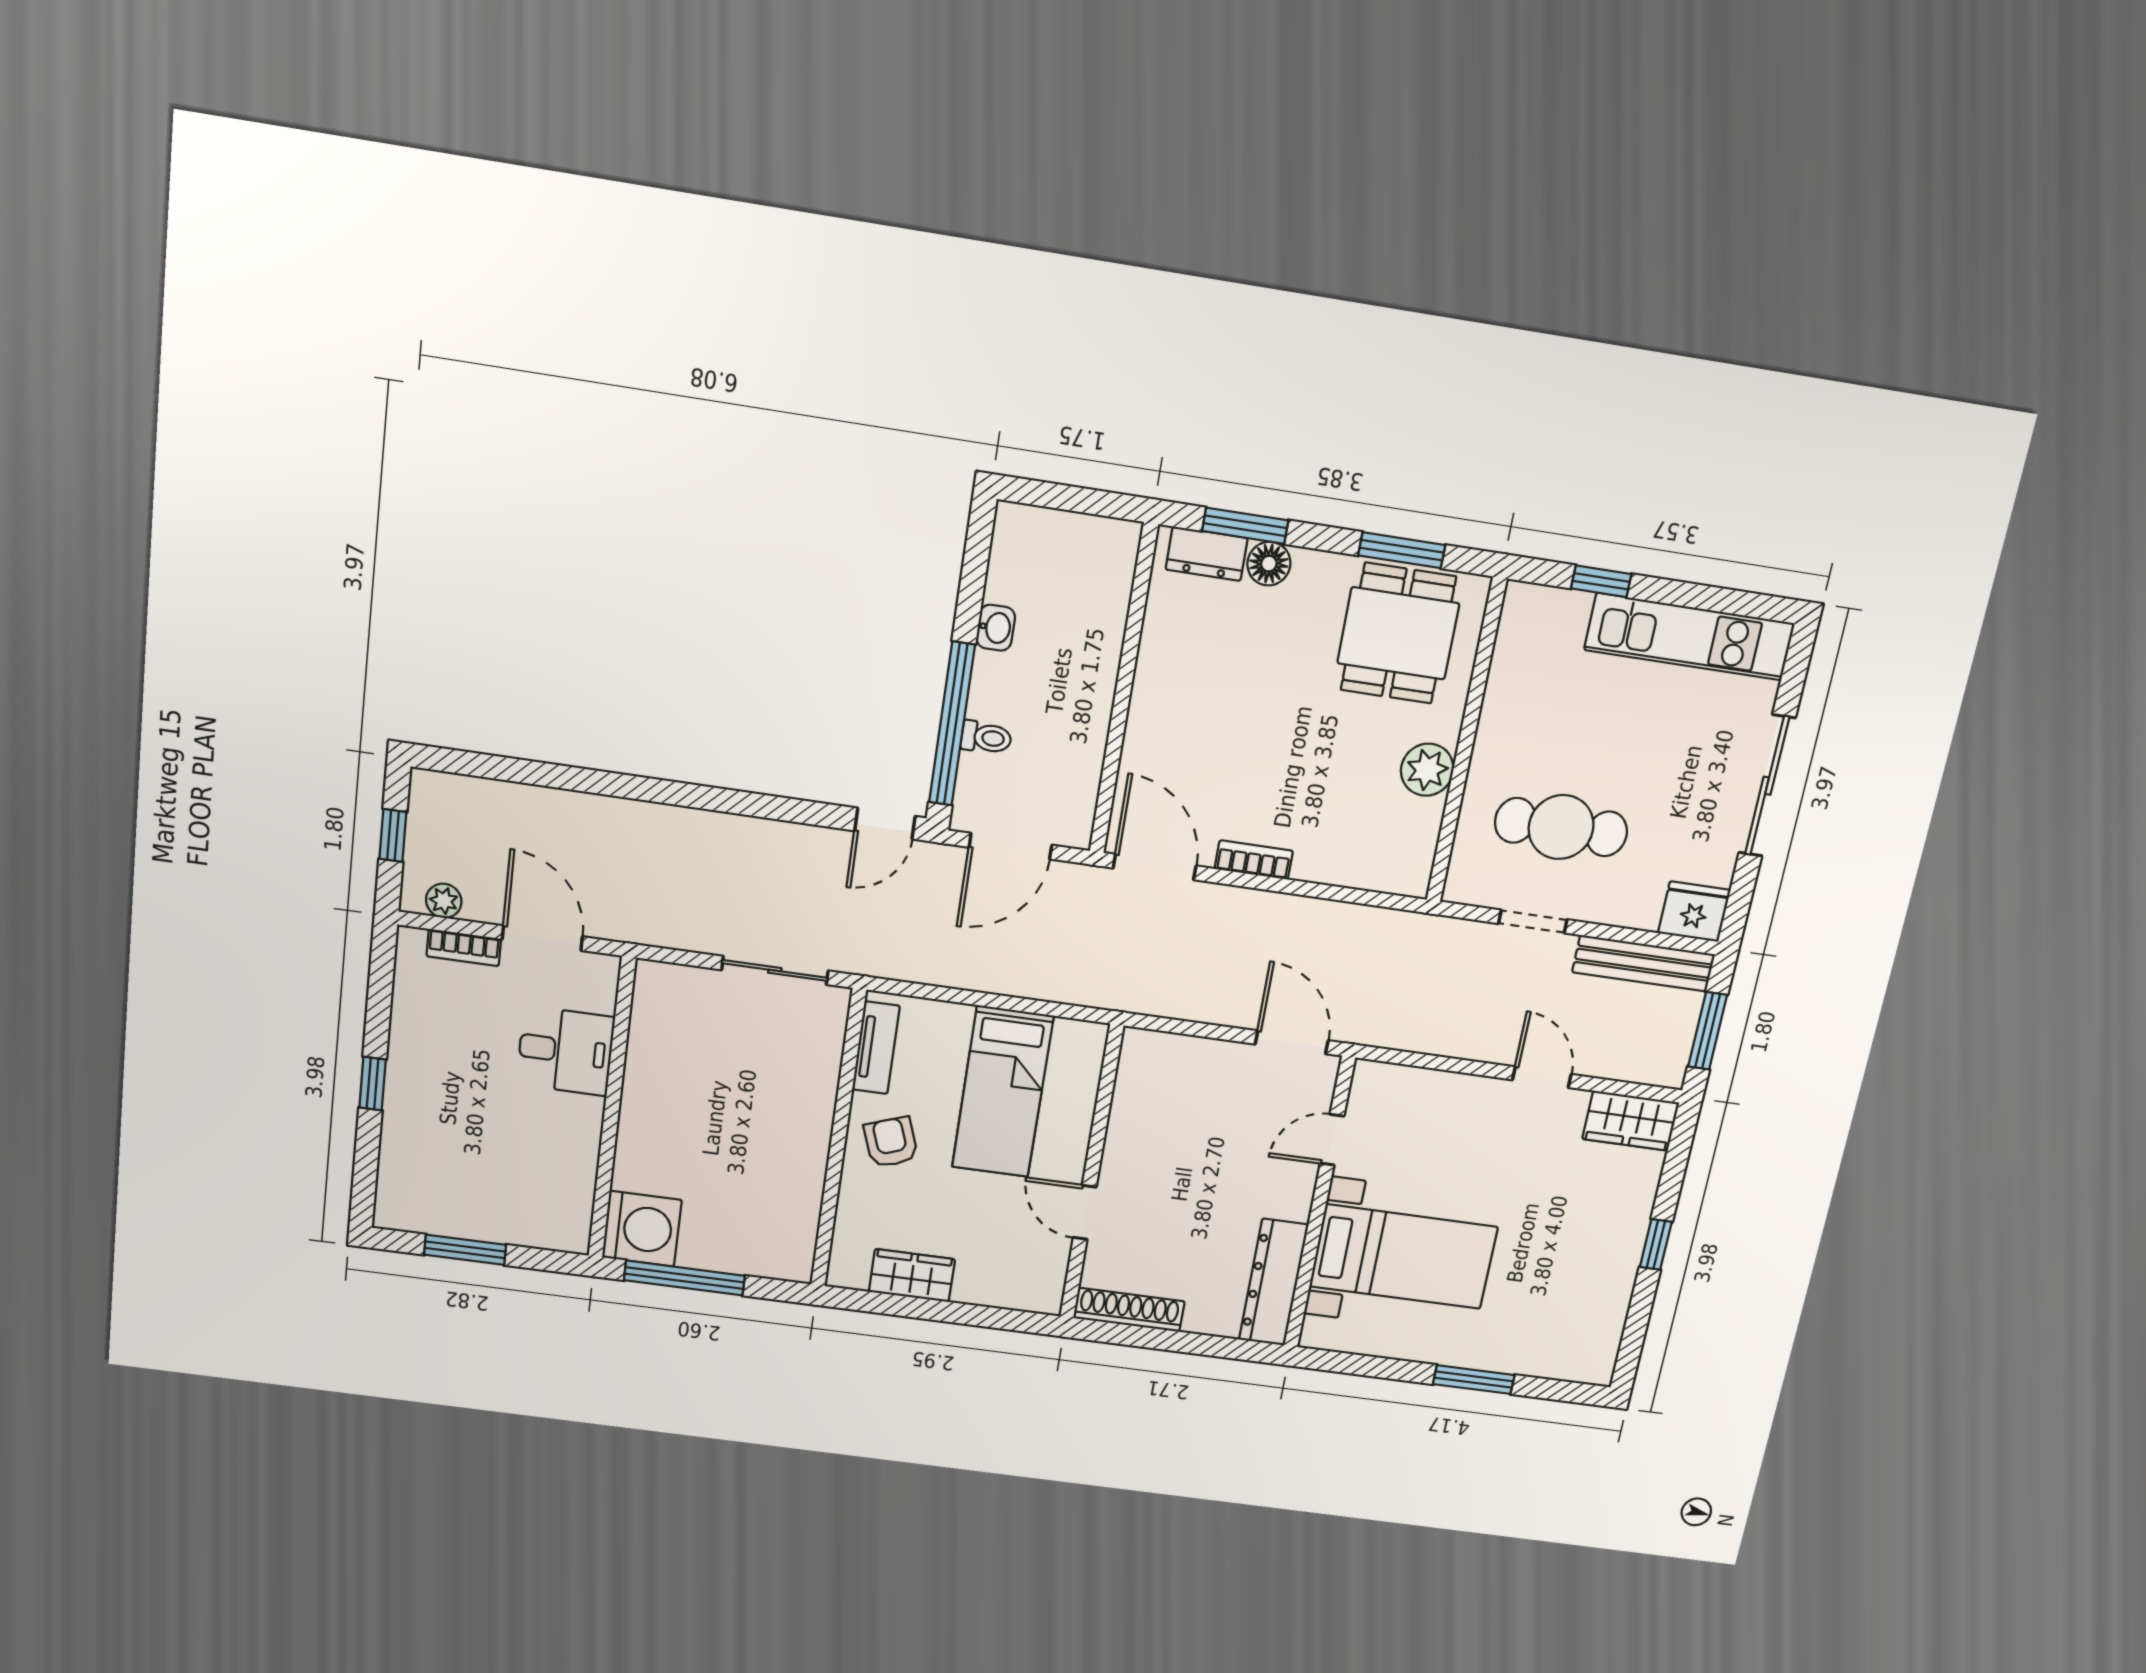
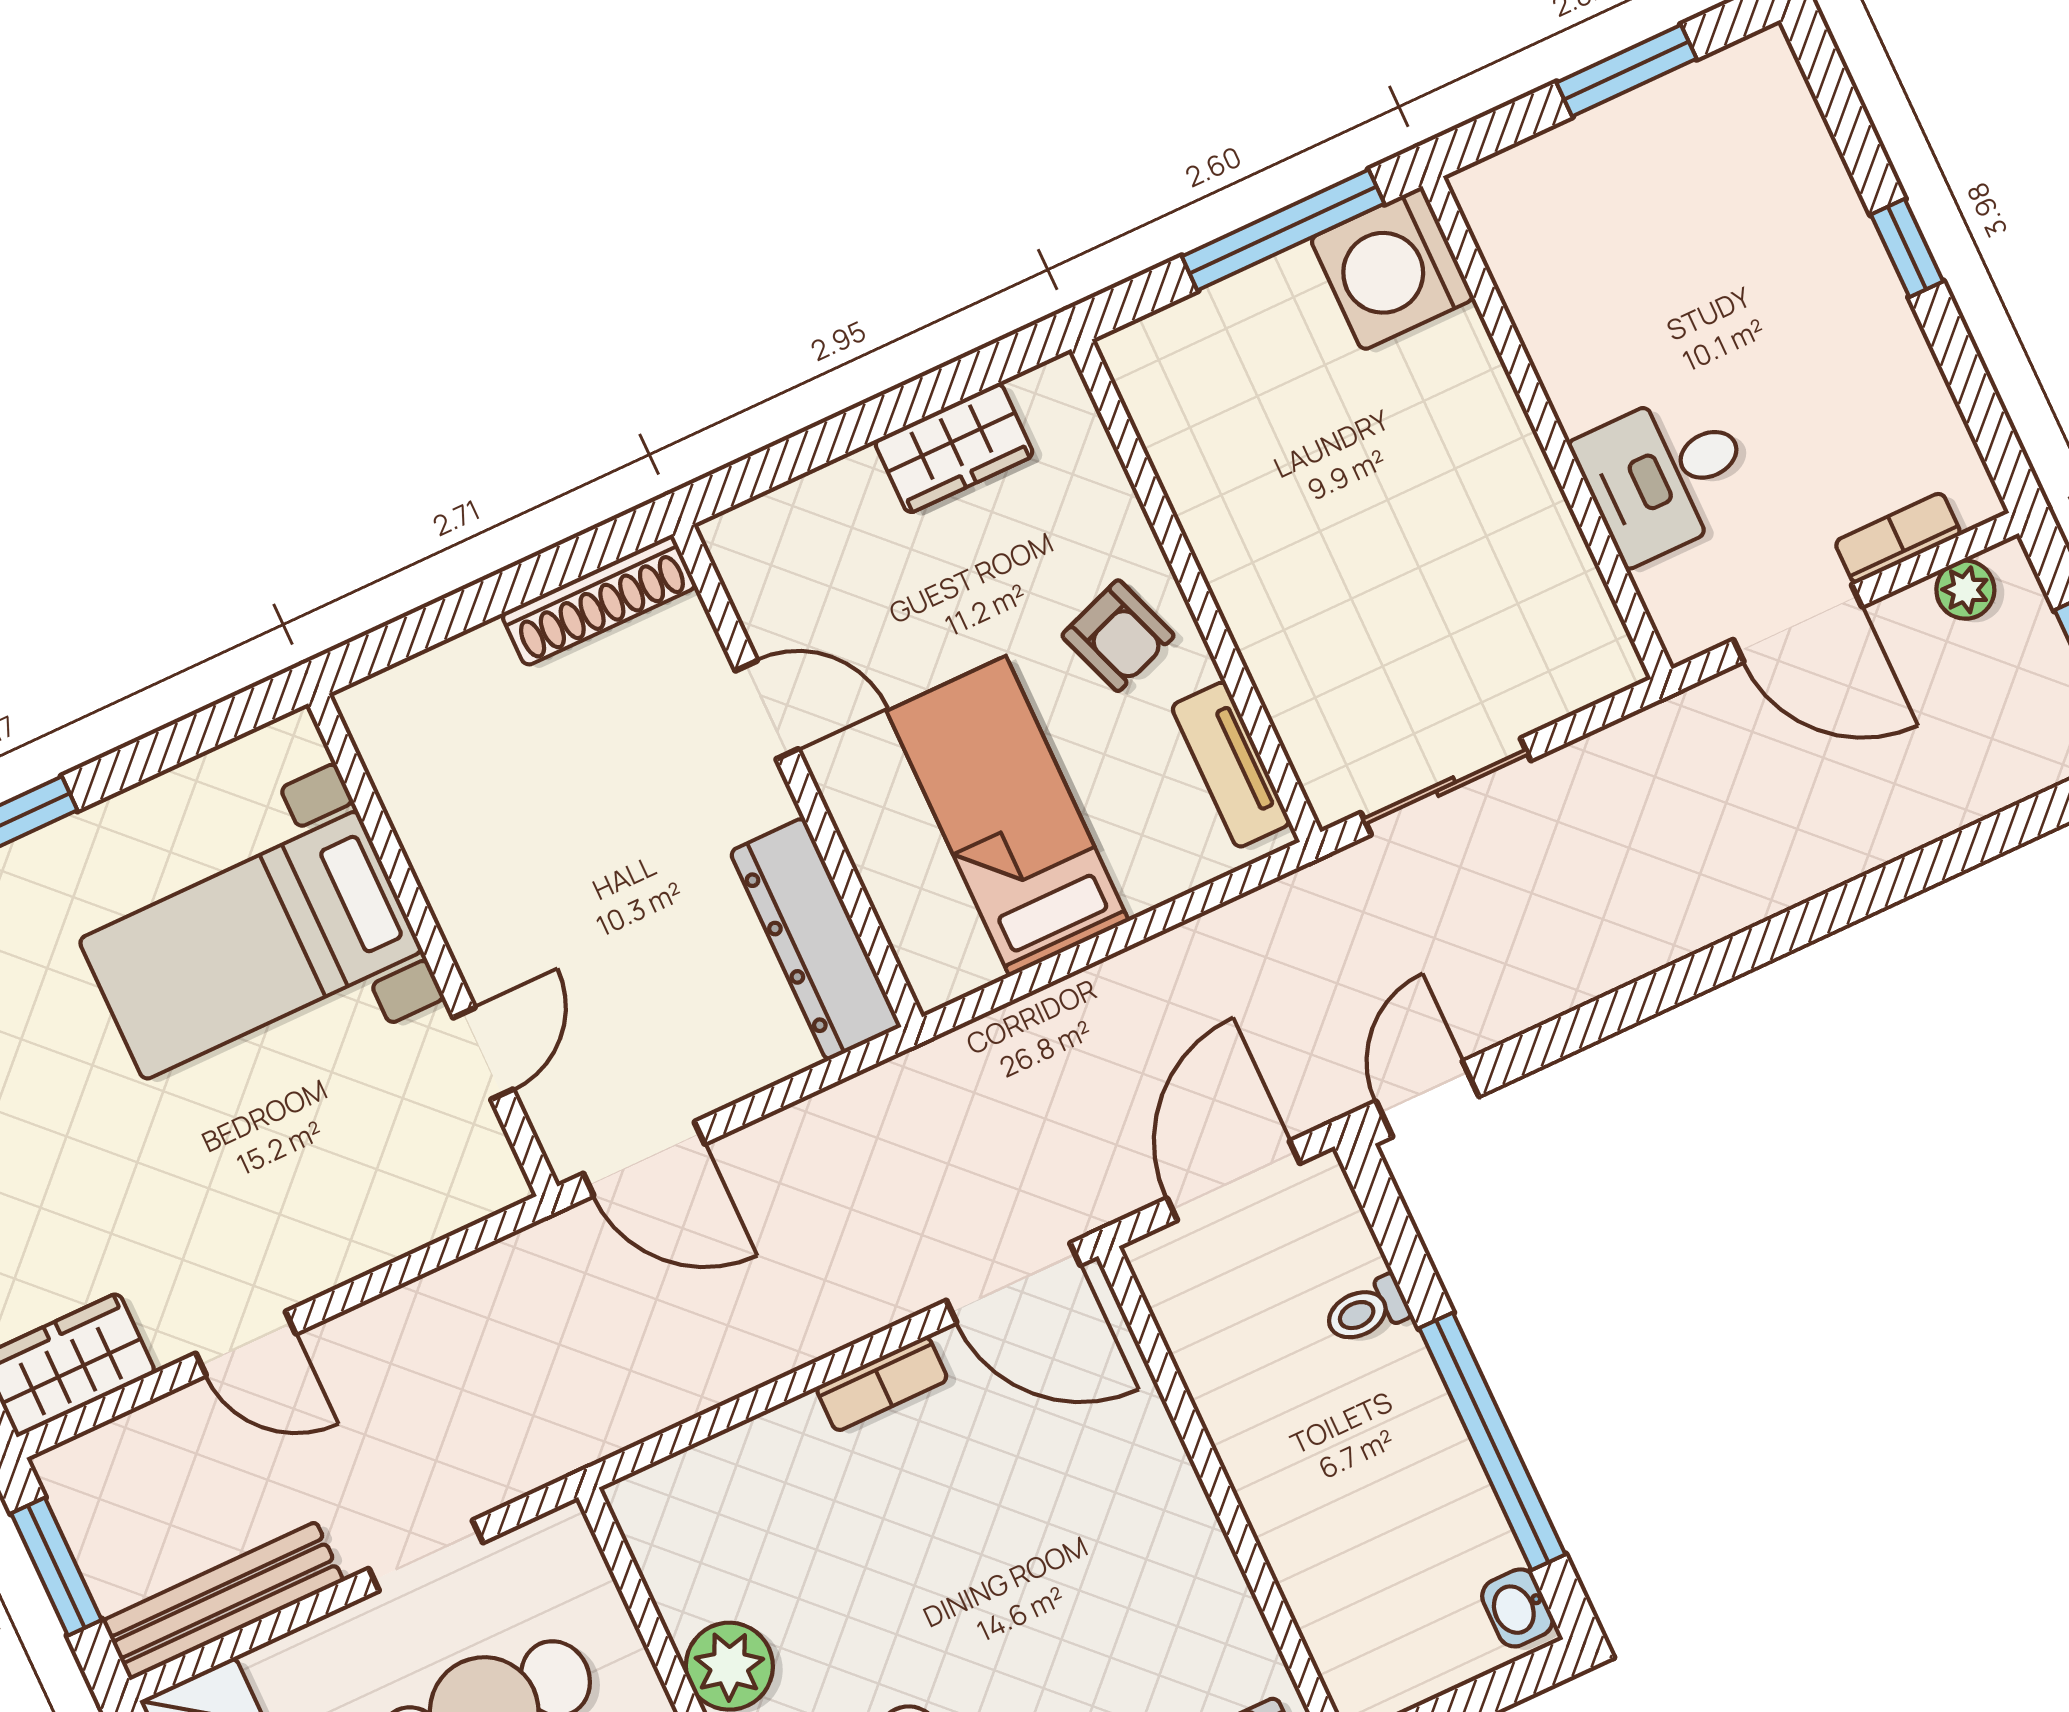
washbasin: (996, 628) -> (1517, 1608), moved
window: (952, 724) -> (1492, 1441), moved
dresser: (1274, 1282) -> (815, 939), moved, turned 180

